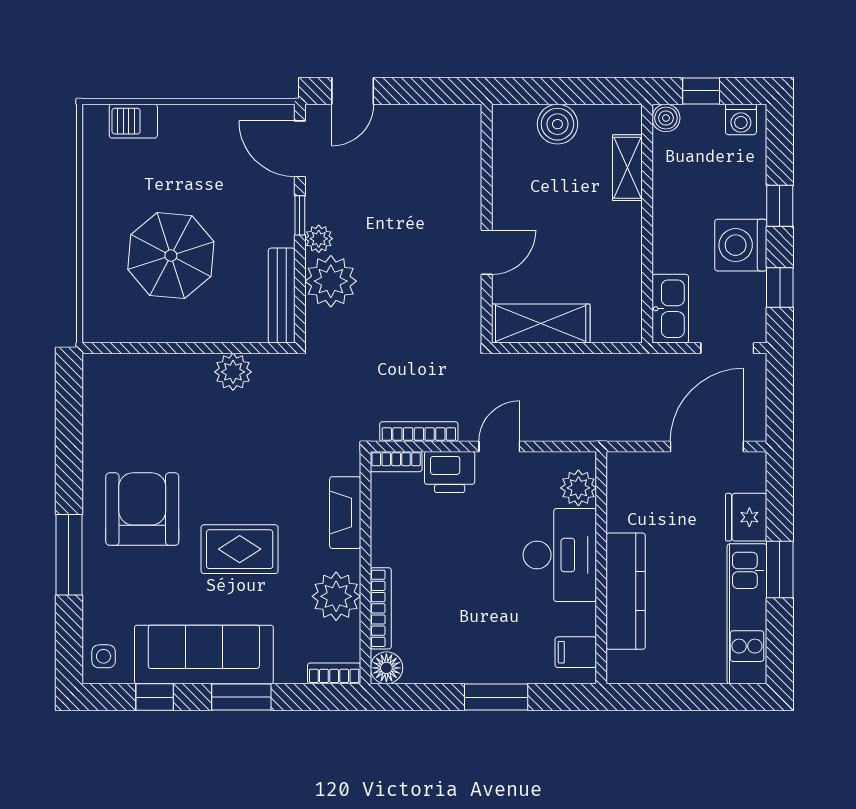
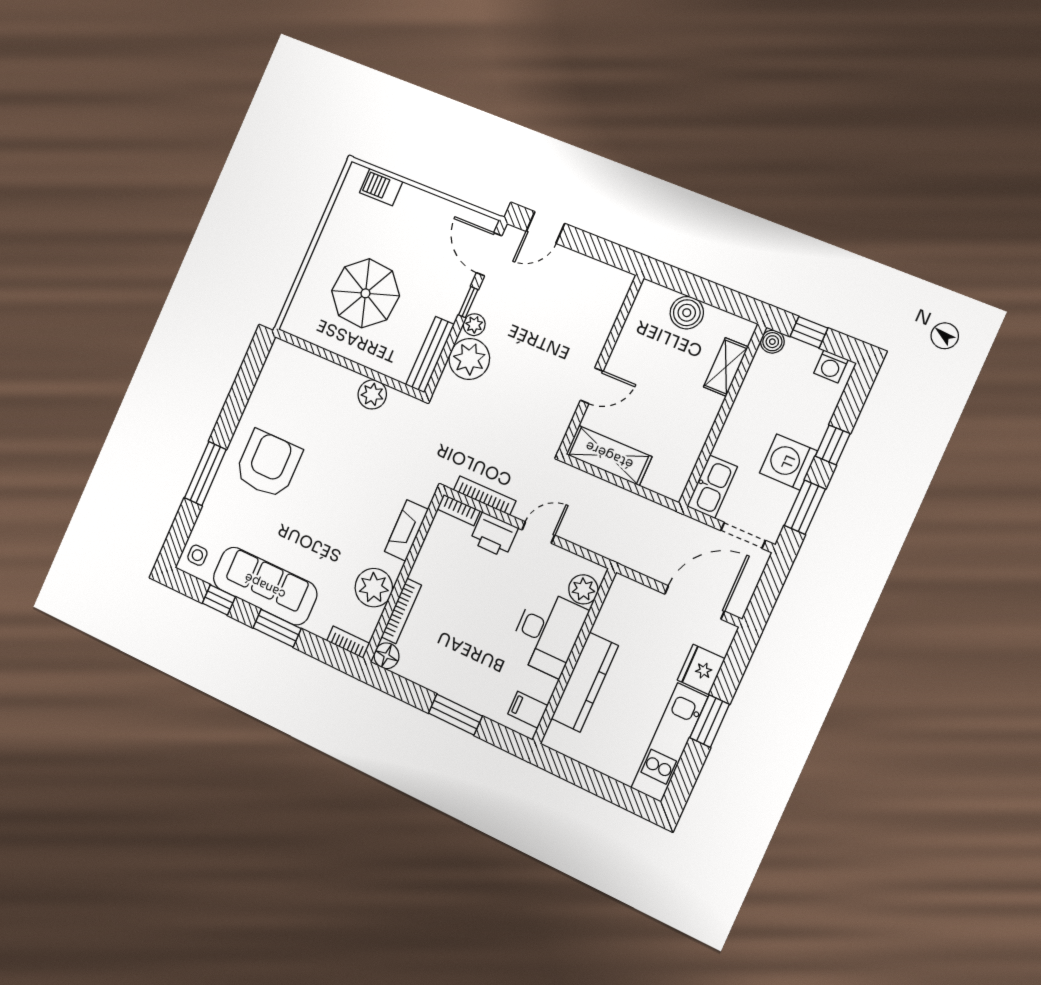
window: (780, 288) -> (805, 507), width x1.50
rug: (240, 549) -> (322, 523), removed

